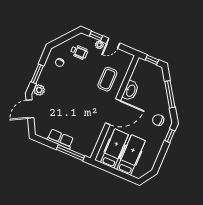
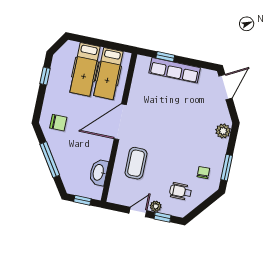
window: (37, 74) -> (227, 168), moved
washbasin: (131, 91) -> (99, 172), moved
door: (30, 109) -> (225, 87), moved
window: (170, 136) -> (45, 76), moved
row of seats: (60, 139) -> (175, 70), width x1.48
window: (71, 153) -> (165, 57), width x0.46

